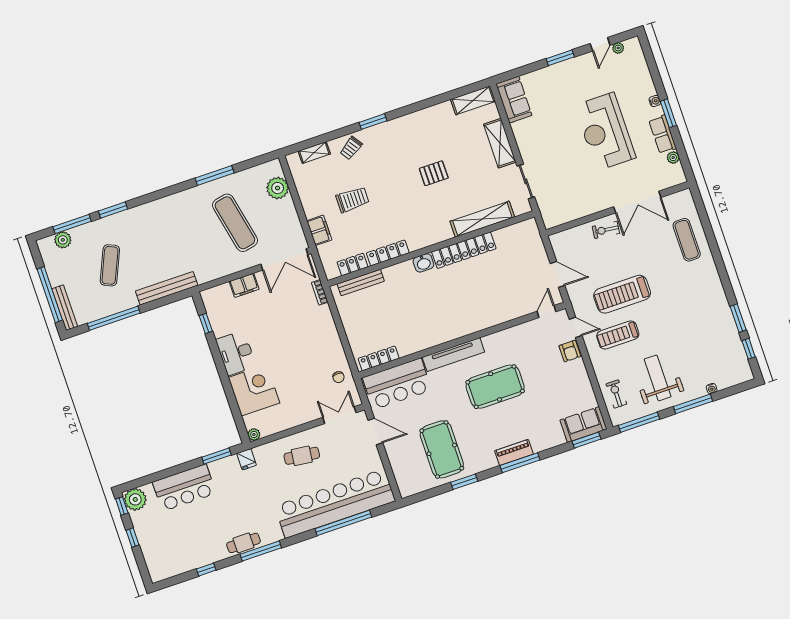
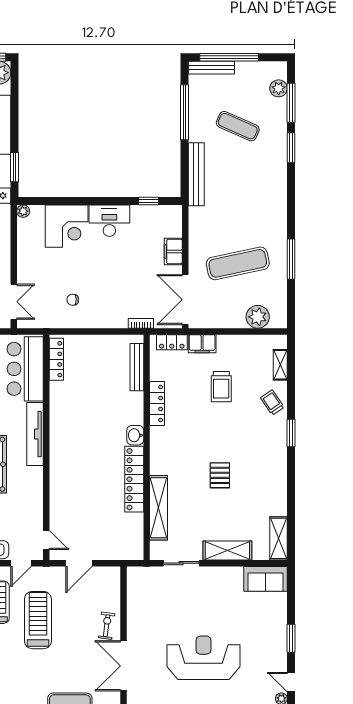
locker: (352, 264) -> (172, 342), moved, turned 90
chair: (339, 377) -> (73, 300), moved

